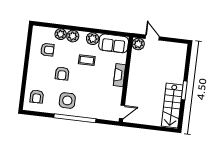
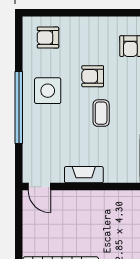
coffee table: (87, 60) -> (101, 113), moved
fireplace: (119, 75) -> (84, 175), moved

